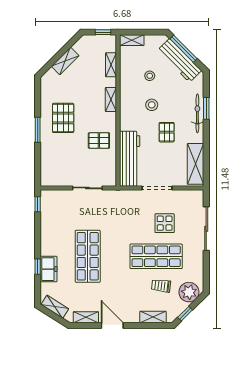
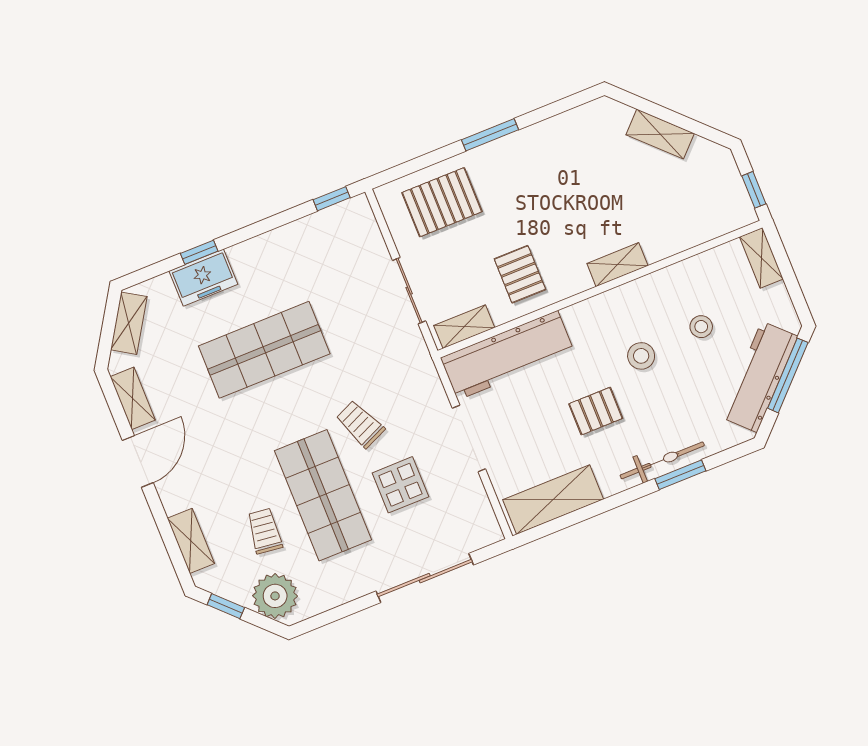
shelving: (111, 65) -> (464, 327), moved
pallet: (63, 118) -> (442, 202), moved
trolley: (133, 230) -> (360, 424), added

